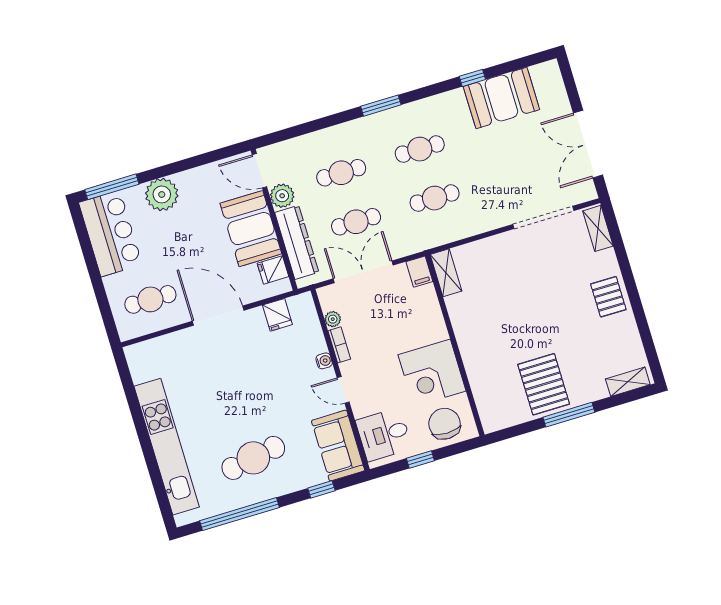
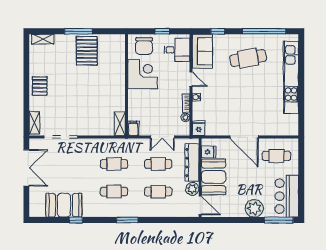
double door: (363, 272) -> (162, 137), width x0.73
fridge: (277, 315) -> (199, 128), moved

